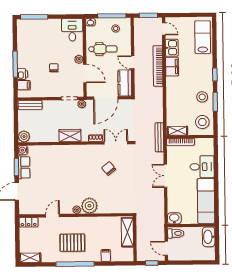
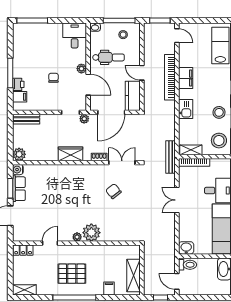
kitchen sink: (172, 48) -> (186, 109), moved
shelving: (127, 232) -> (133, 276), moved

